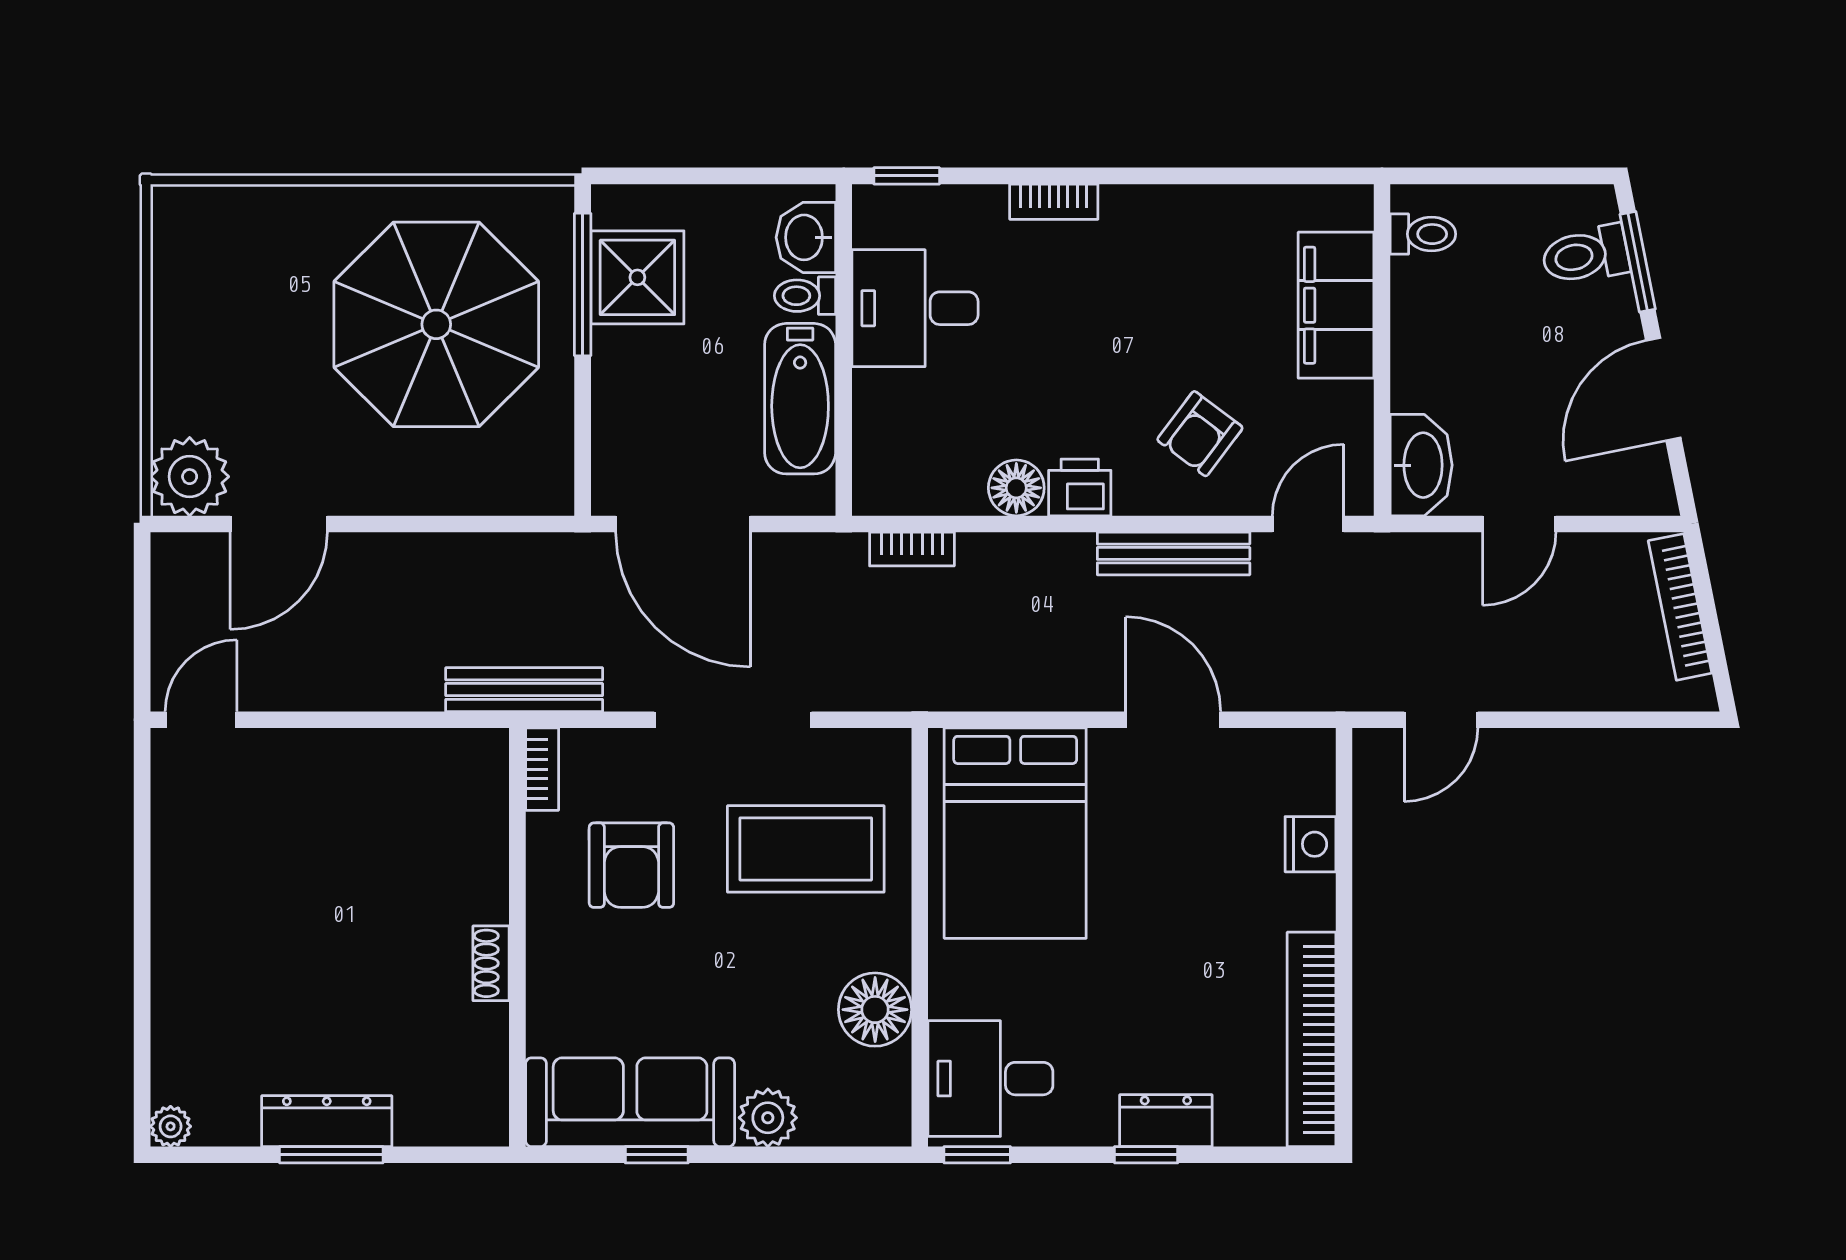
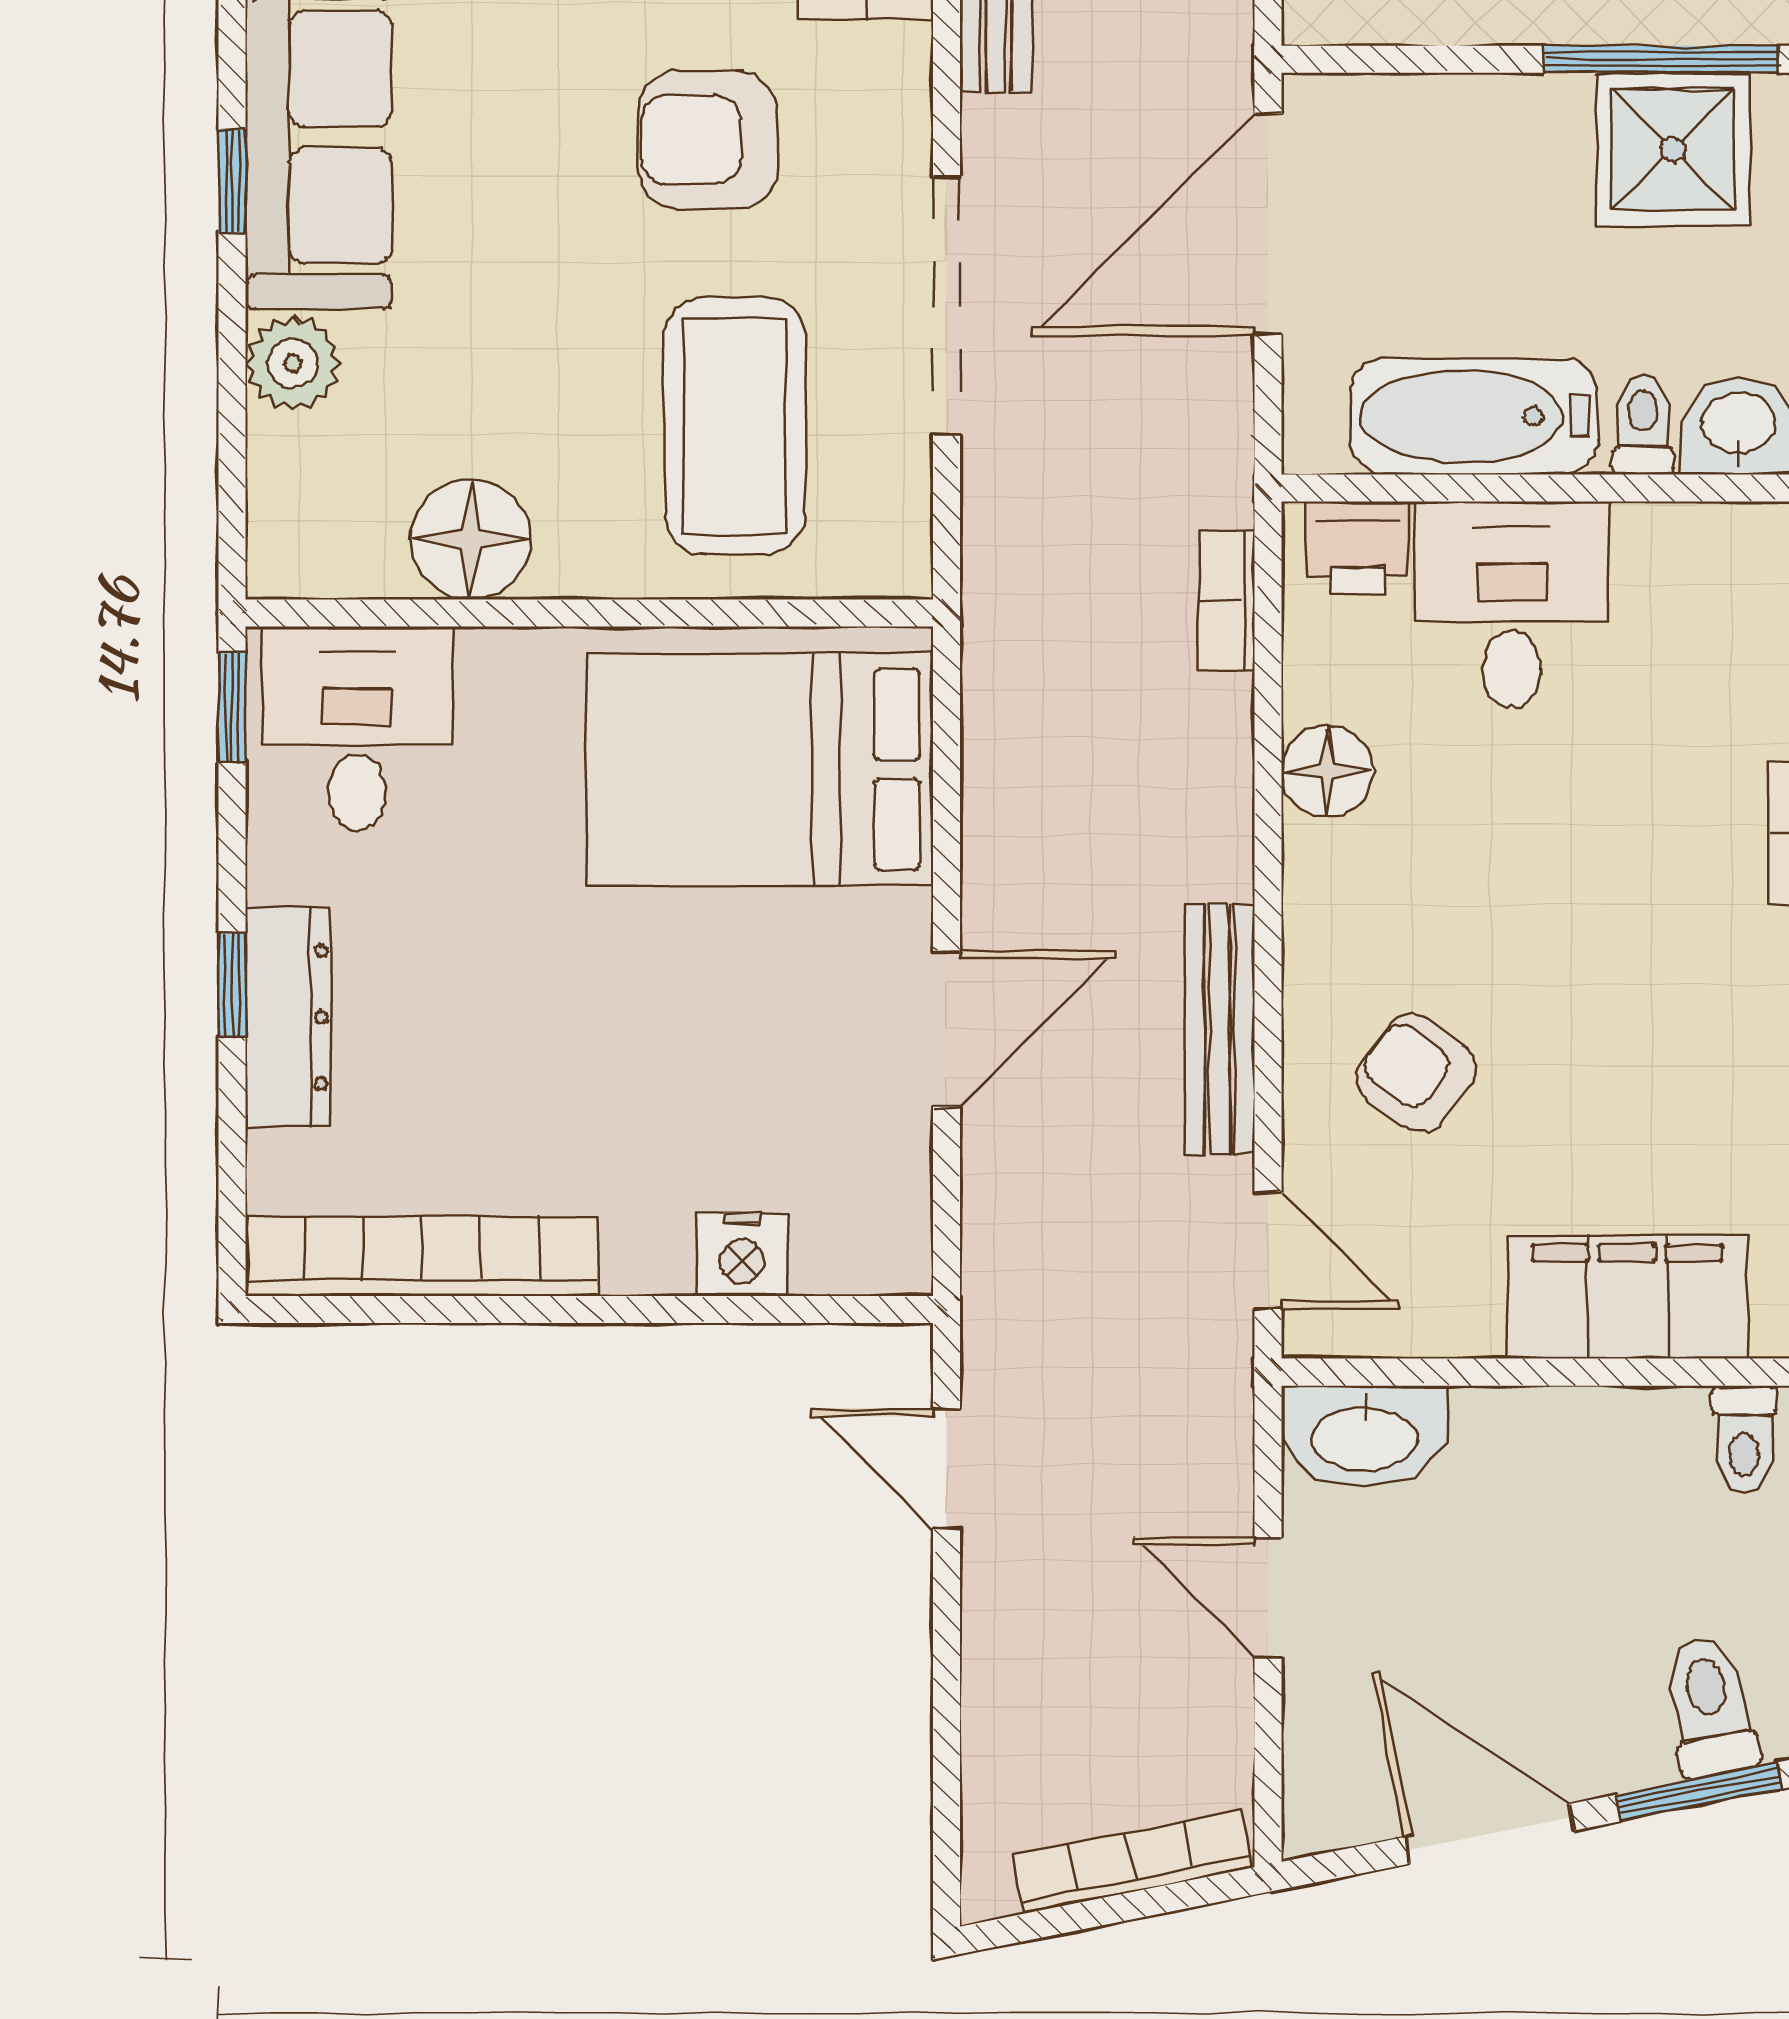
desk: (915, 308) -> (1512, 605), moved
printer: (1080, 487) -> (1357, 548), moved, turned 90
dresser: (1166, 1121) -> (288, 1017), width x1.44

